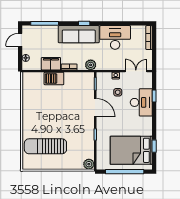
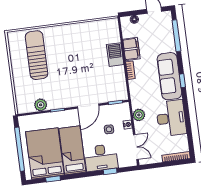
plant: (91, 65) -> (139, 115), moved
bed: (132, 126) -> (72, 150), added
plant: (89, 164) -> (41, 105), moved

